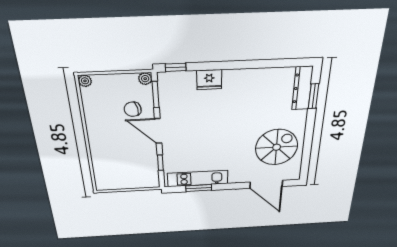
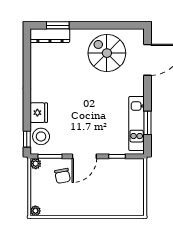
stool: (180, 83) -> (41, 136), added

